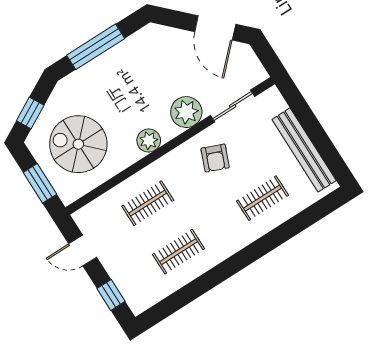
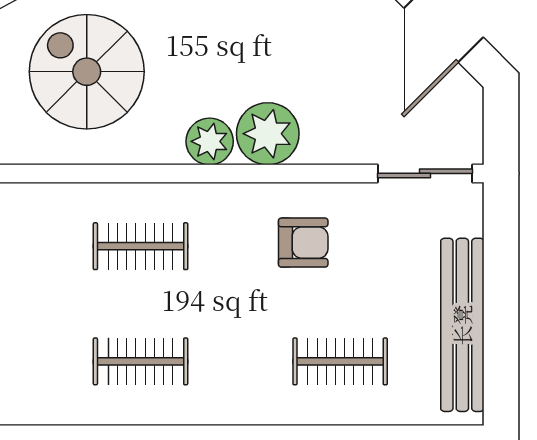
sliding door: (233, 106) -> (425, 173), moved
plant: (186, 112) -> (268, 134), moved
armchair: (215, 158) -> (303, 243), turned -112

